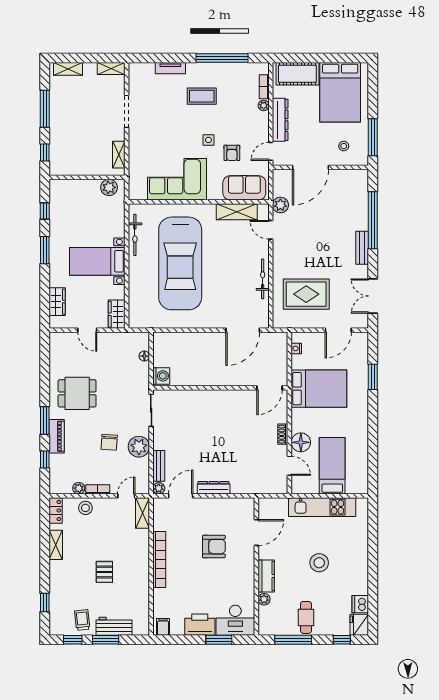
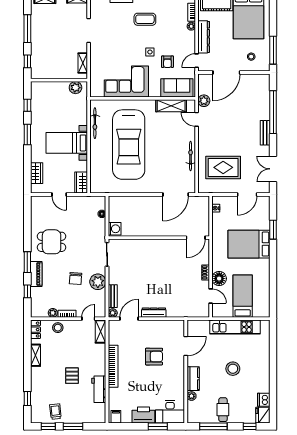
bed: (319, 389) -> (249, 244), moved, turned 180
workbench: (114, 626) -> (99, 389), moved, turned -90

